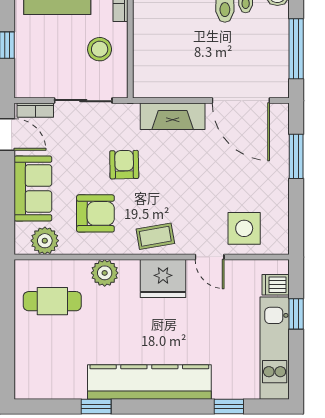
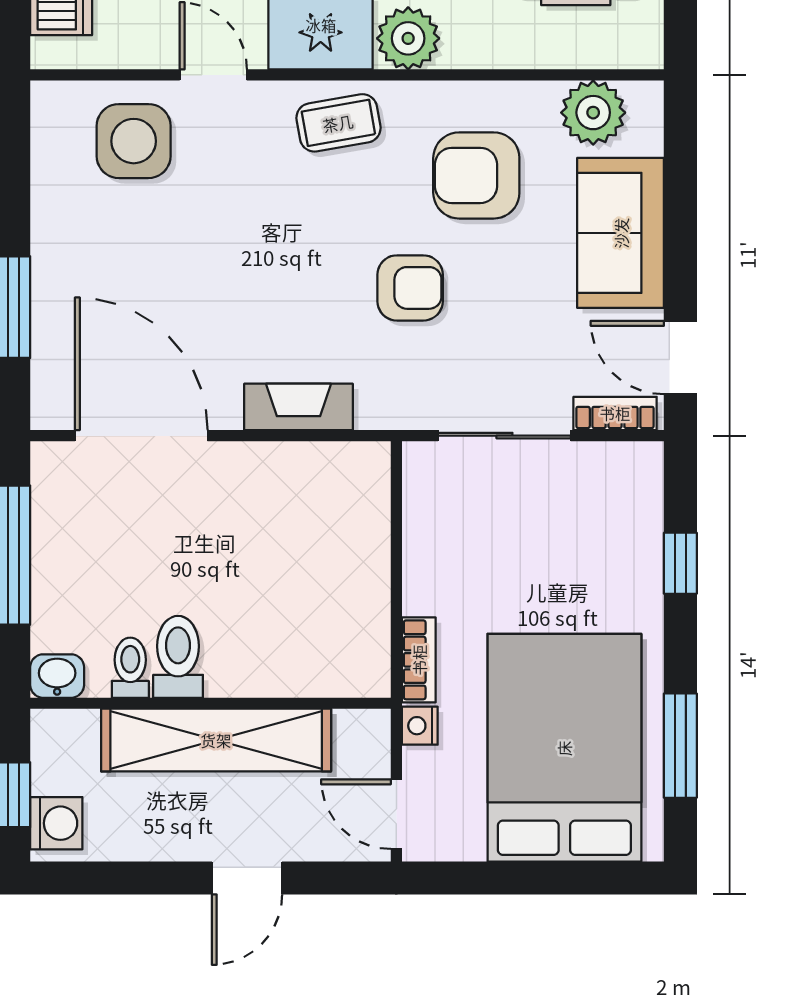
stool: (100, 49) -> (467, 554), removed
fireplace: (173, 116) -> (299, 407), width x0.73, depth x0.76
armchair: (124, 165) -> (410, 288), turned -89
plant: (105, 273) -> (408, 38), moved

